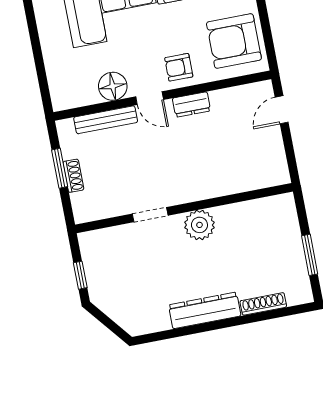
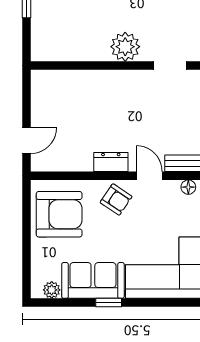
armchair: (179, 67) -> (116, 199), turned 34
floor lamp: (113, 86) -> (188, 187), width x0.53, depth x0.53

